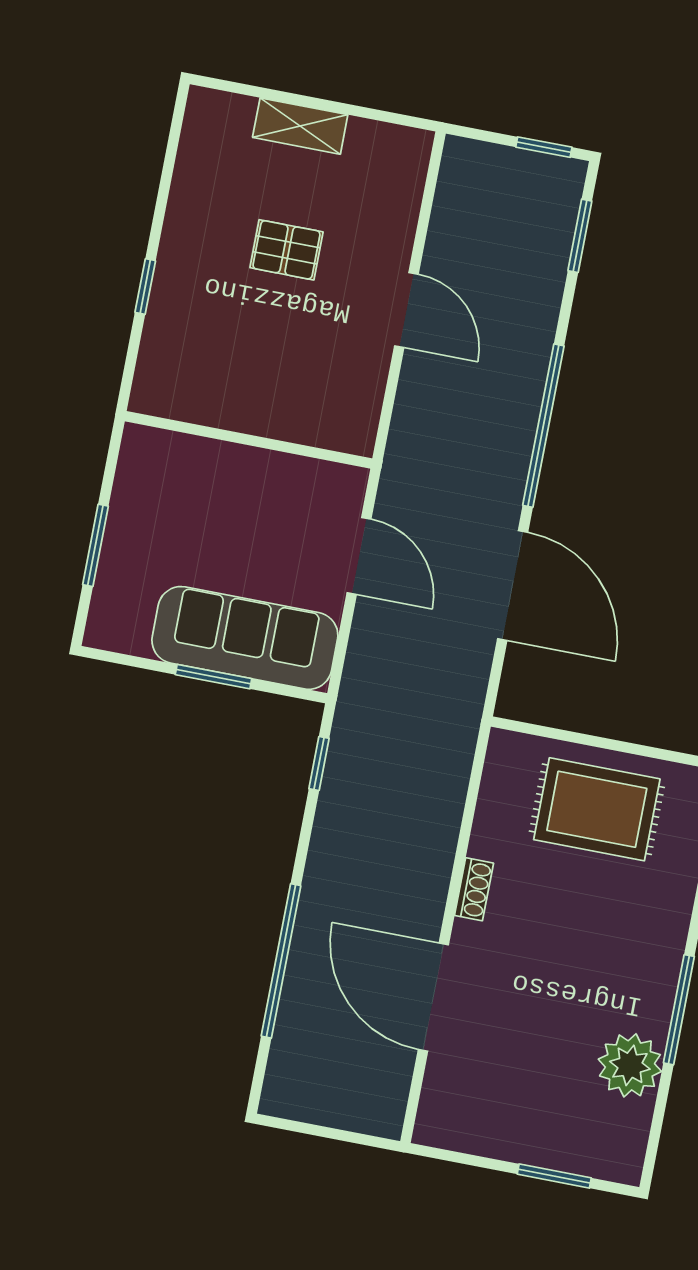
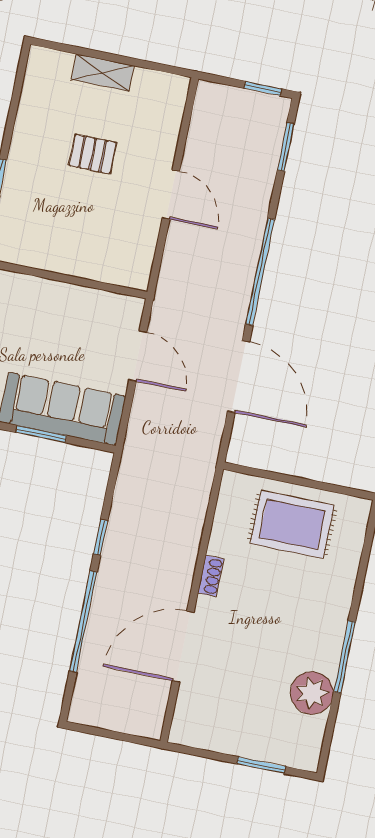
window: (319, 764) -> (101, 537), moved
door: (433, 997) -> (183, 647), hinge flipped

